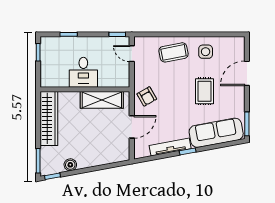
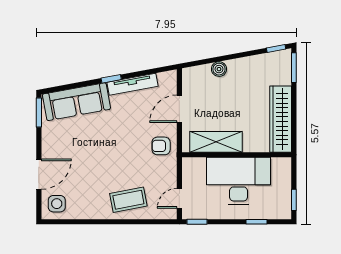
side table: (206, 52) -> (57, 204), moved
door: (132, 54) -> (179, 198), swing flipped
desk: (83, 72) -> (239, 181), width x1.87, depth x1.30
rug: (204, 91) -> (91, 152), removed
armchair: (147, 96) -> (161, 146), turned -60
boiler: (70, 165) -> (219, 69), moved

